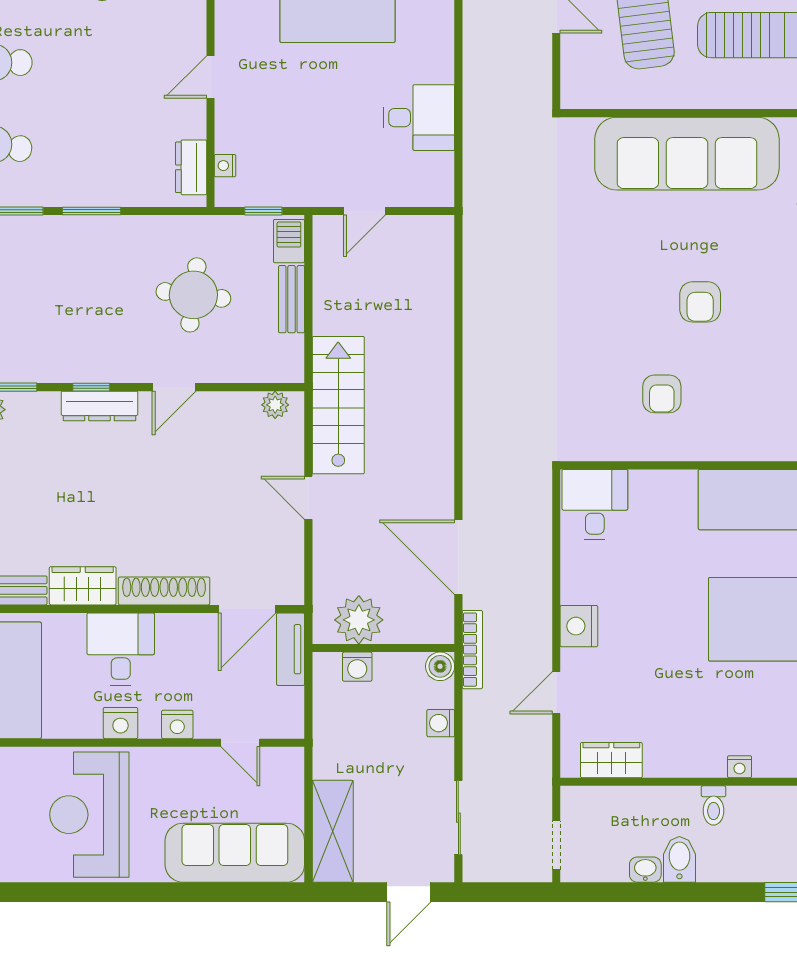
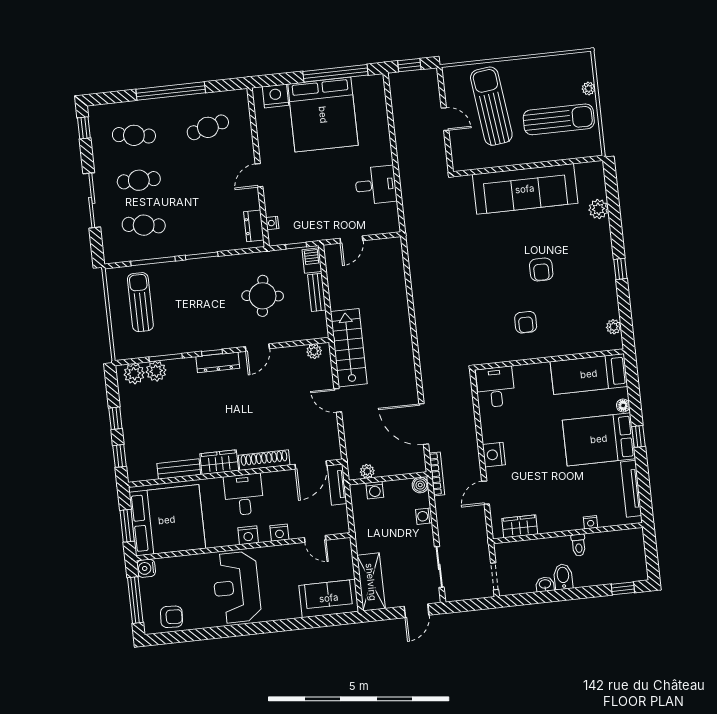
plant: (359, 620) -> (367, 471), width x0.53, depth x0.53
sofa: (235, 853) -> (329, 598), width x0.73

